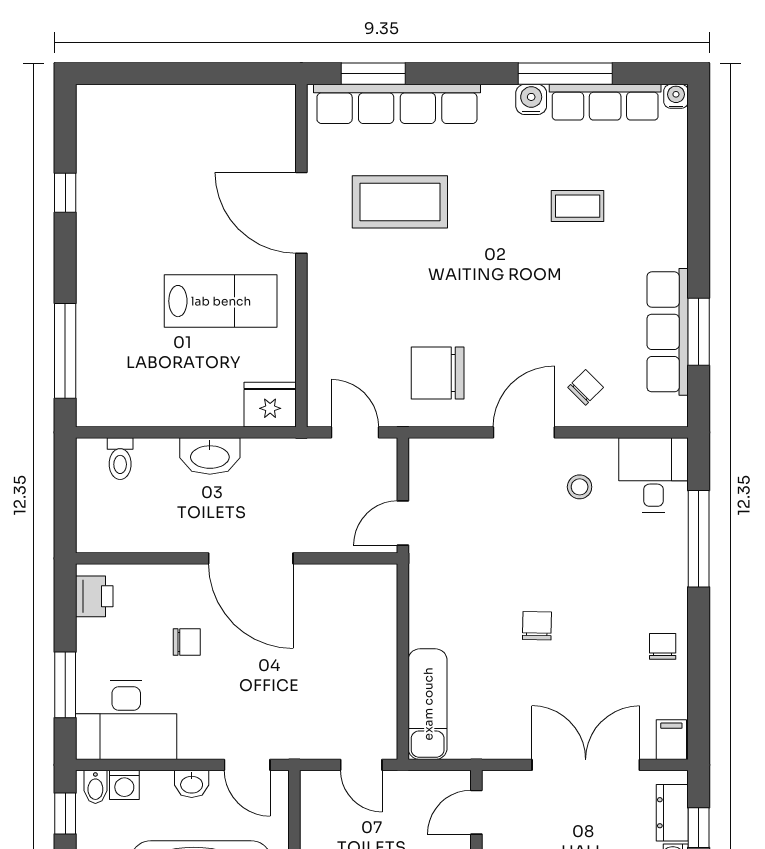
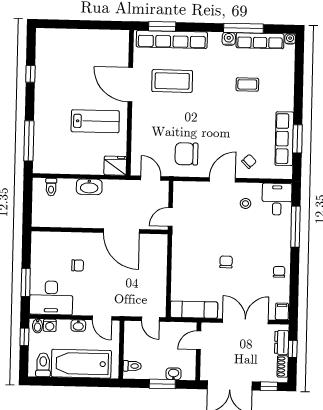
door: (251, 558) -> (121, 231), moved
printer: (94, 596) -> (39, 245), removed
exam couch: (428, 704) -> (194, 310), moved, turned -90

